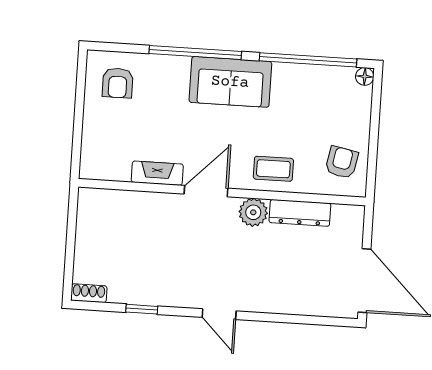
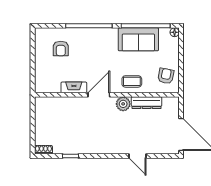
sofa: (230, 82) -> (138, 39), moved
armchair: (118, 83) -> (61, 48), moved
door: (219, 314) -> (137, 156), moved

